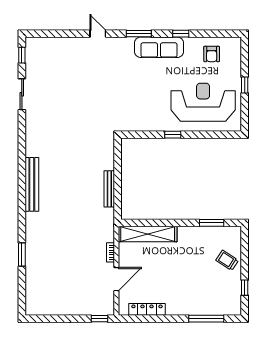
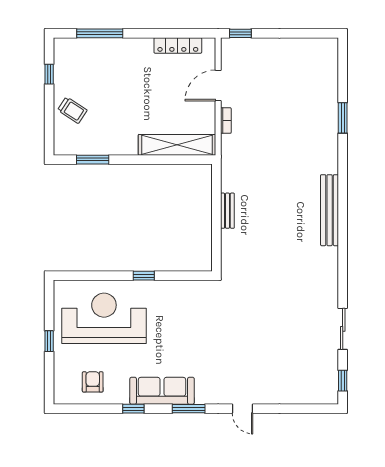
reception desk: (203, 102) -> (104, 318), turned 180
bench: (109, 189) -> (227, 211), width x0.73

